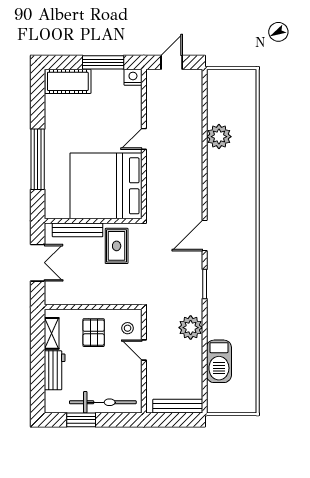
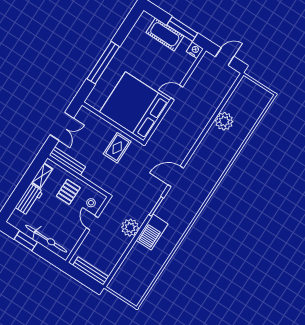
cot: (68, 81) -> (165, 34), moved
bench: (78, 230) -> (67, 161), moved
barbecue: (219, 361) -> (152, 232), moved

